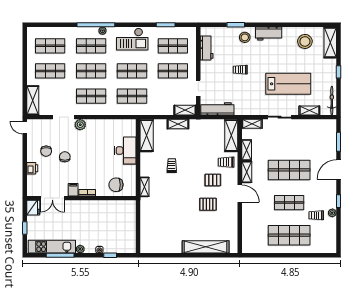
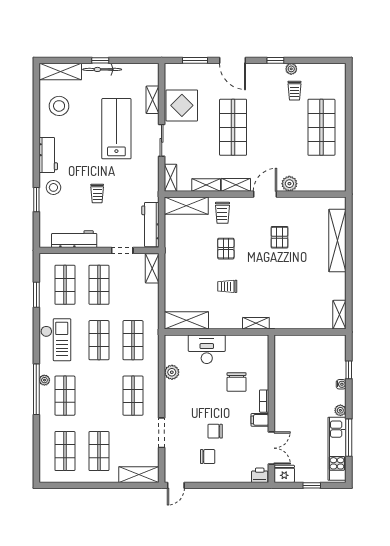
workbench: (207, 48) -> (74, 239), width x1.38
shop shelf: (91, 71) -> (99, 396), removed
bicycle: (332, 101) -> (102, 69), moved
shelving: (178, 124) -> (339, 315), moved
plant: (80, 125) -> (172, 372), moved
display table: (305, 132) -> (182, 105), added
printer: (32, 168) -> (260, 475), moved
pallet: (213, 180) -> (226, 249), moved
chair: (116, 185) -> (237, 382), moved
shop shelf: (289, 203) -> (277, 127), removed
plant: (248, 212) -> (289, 184), added

